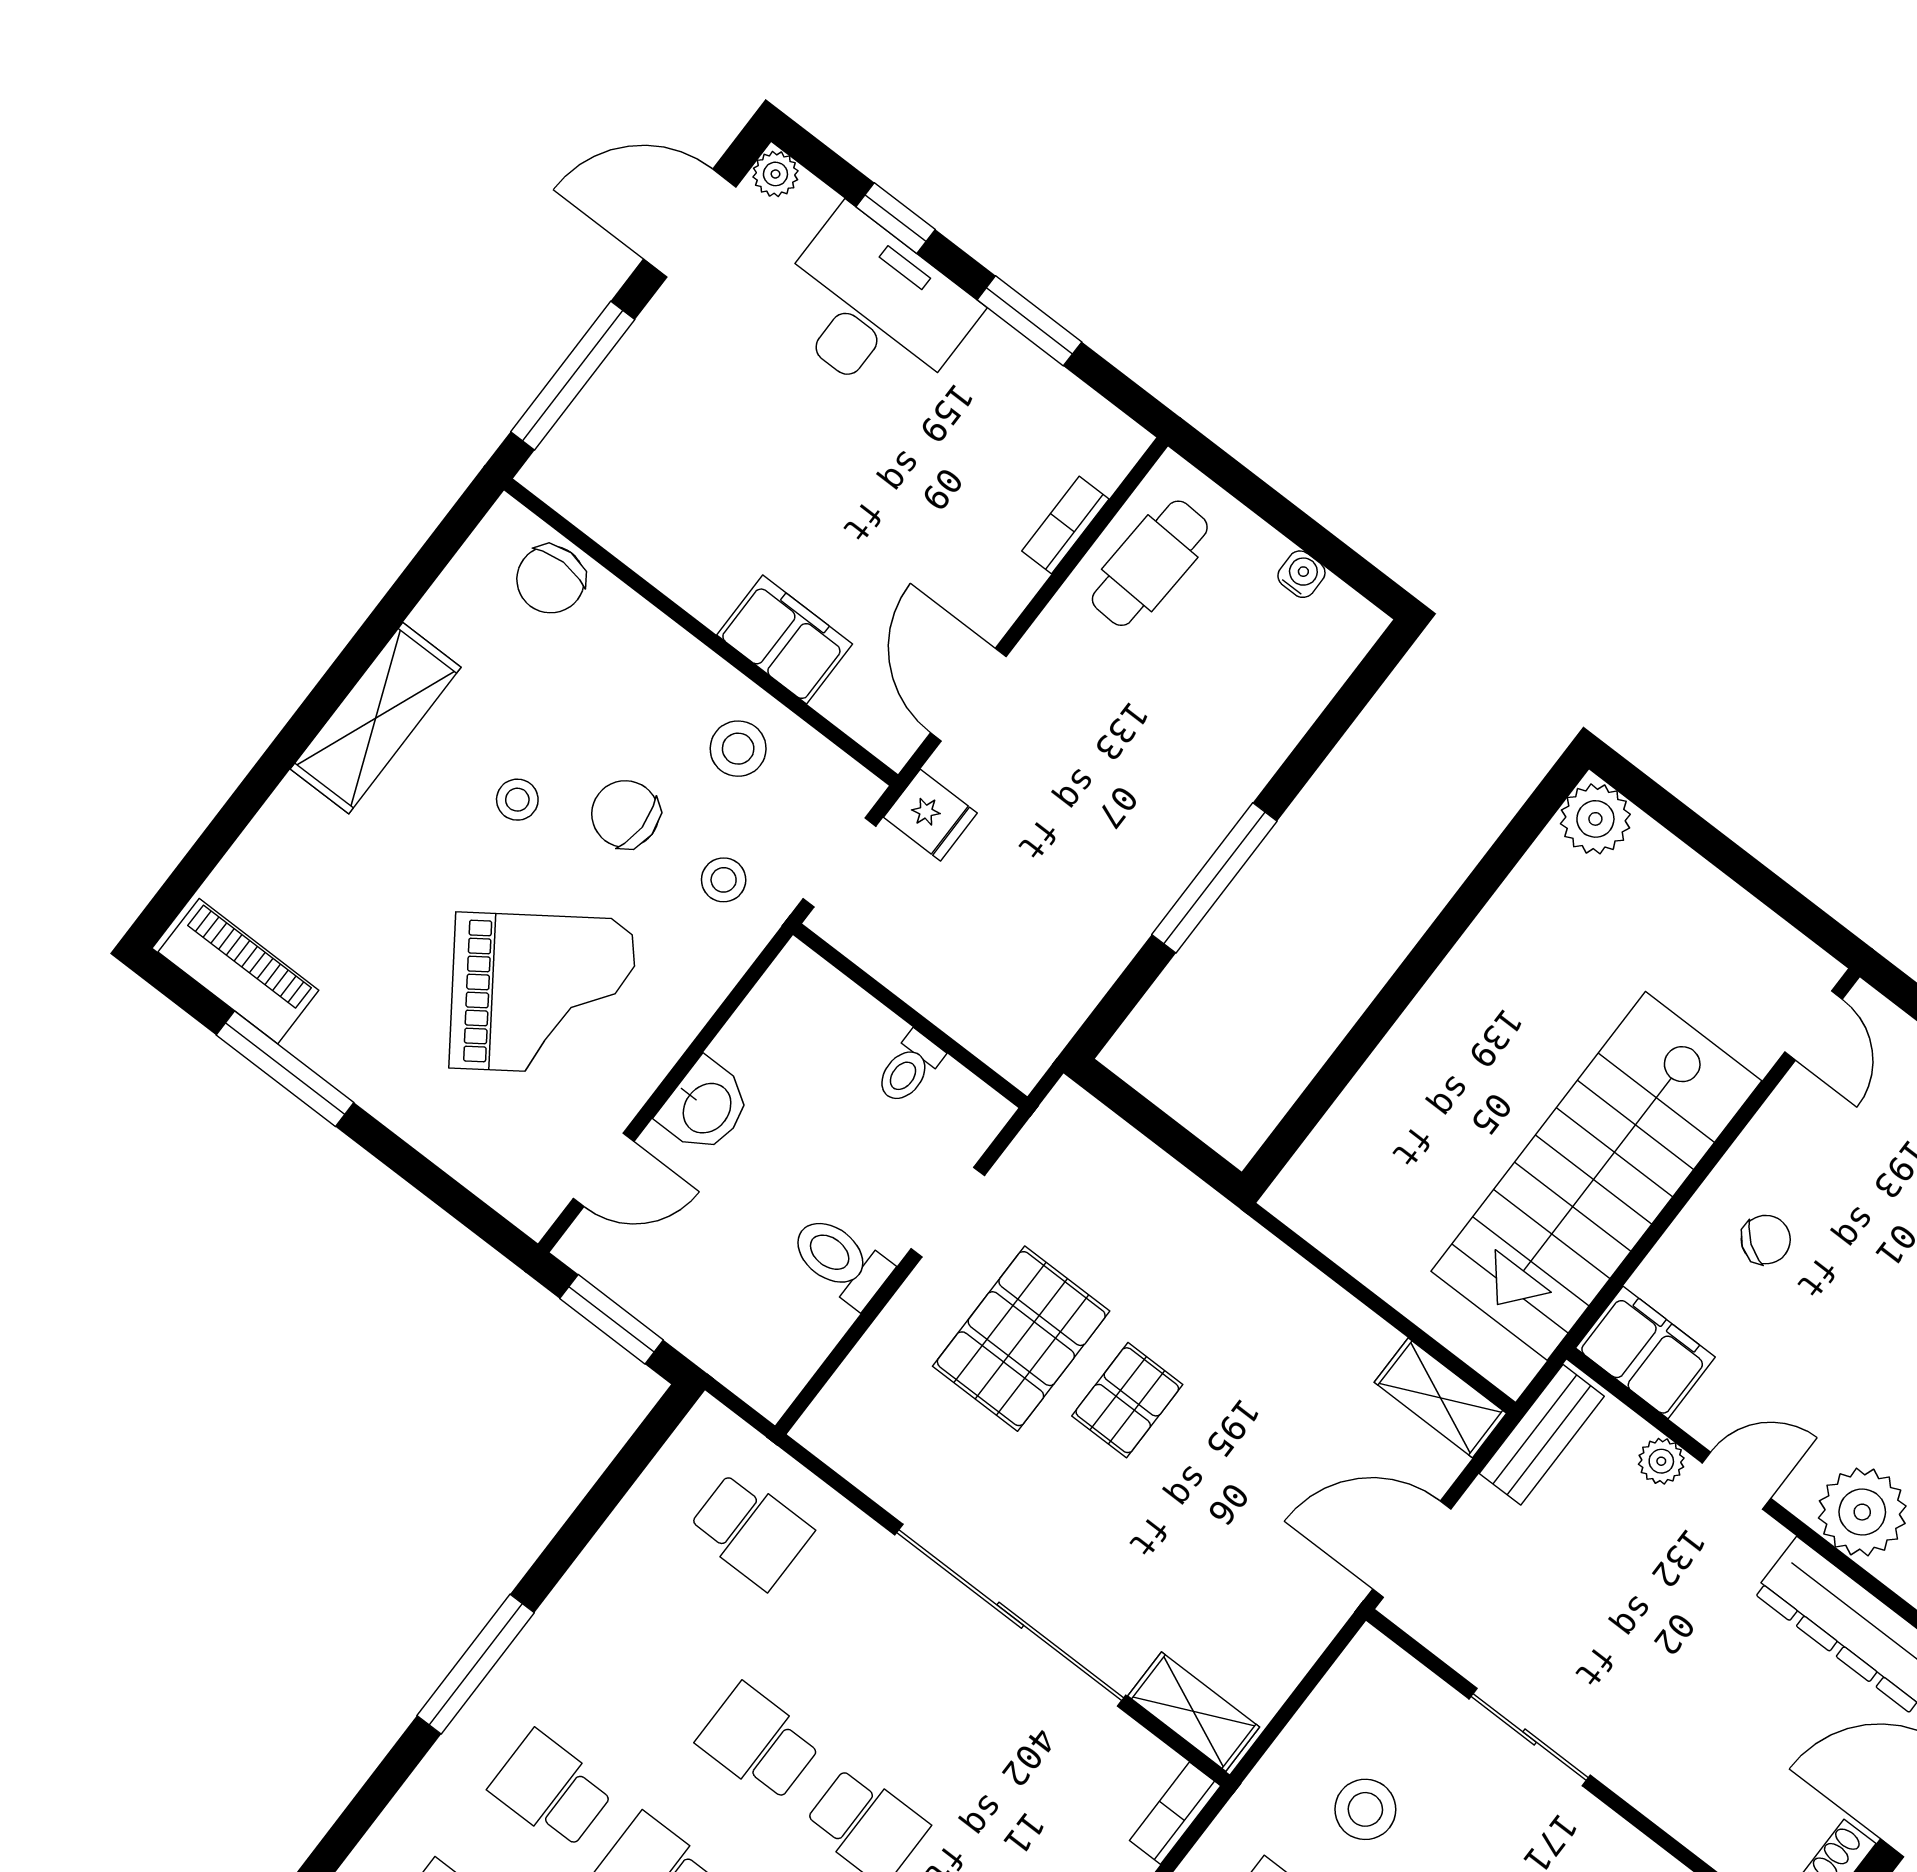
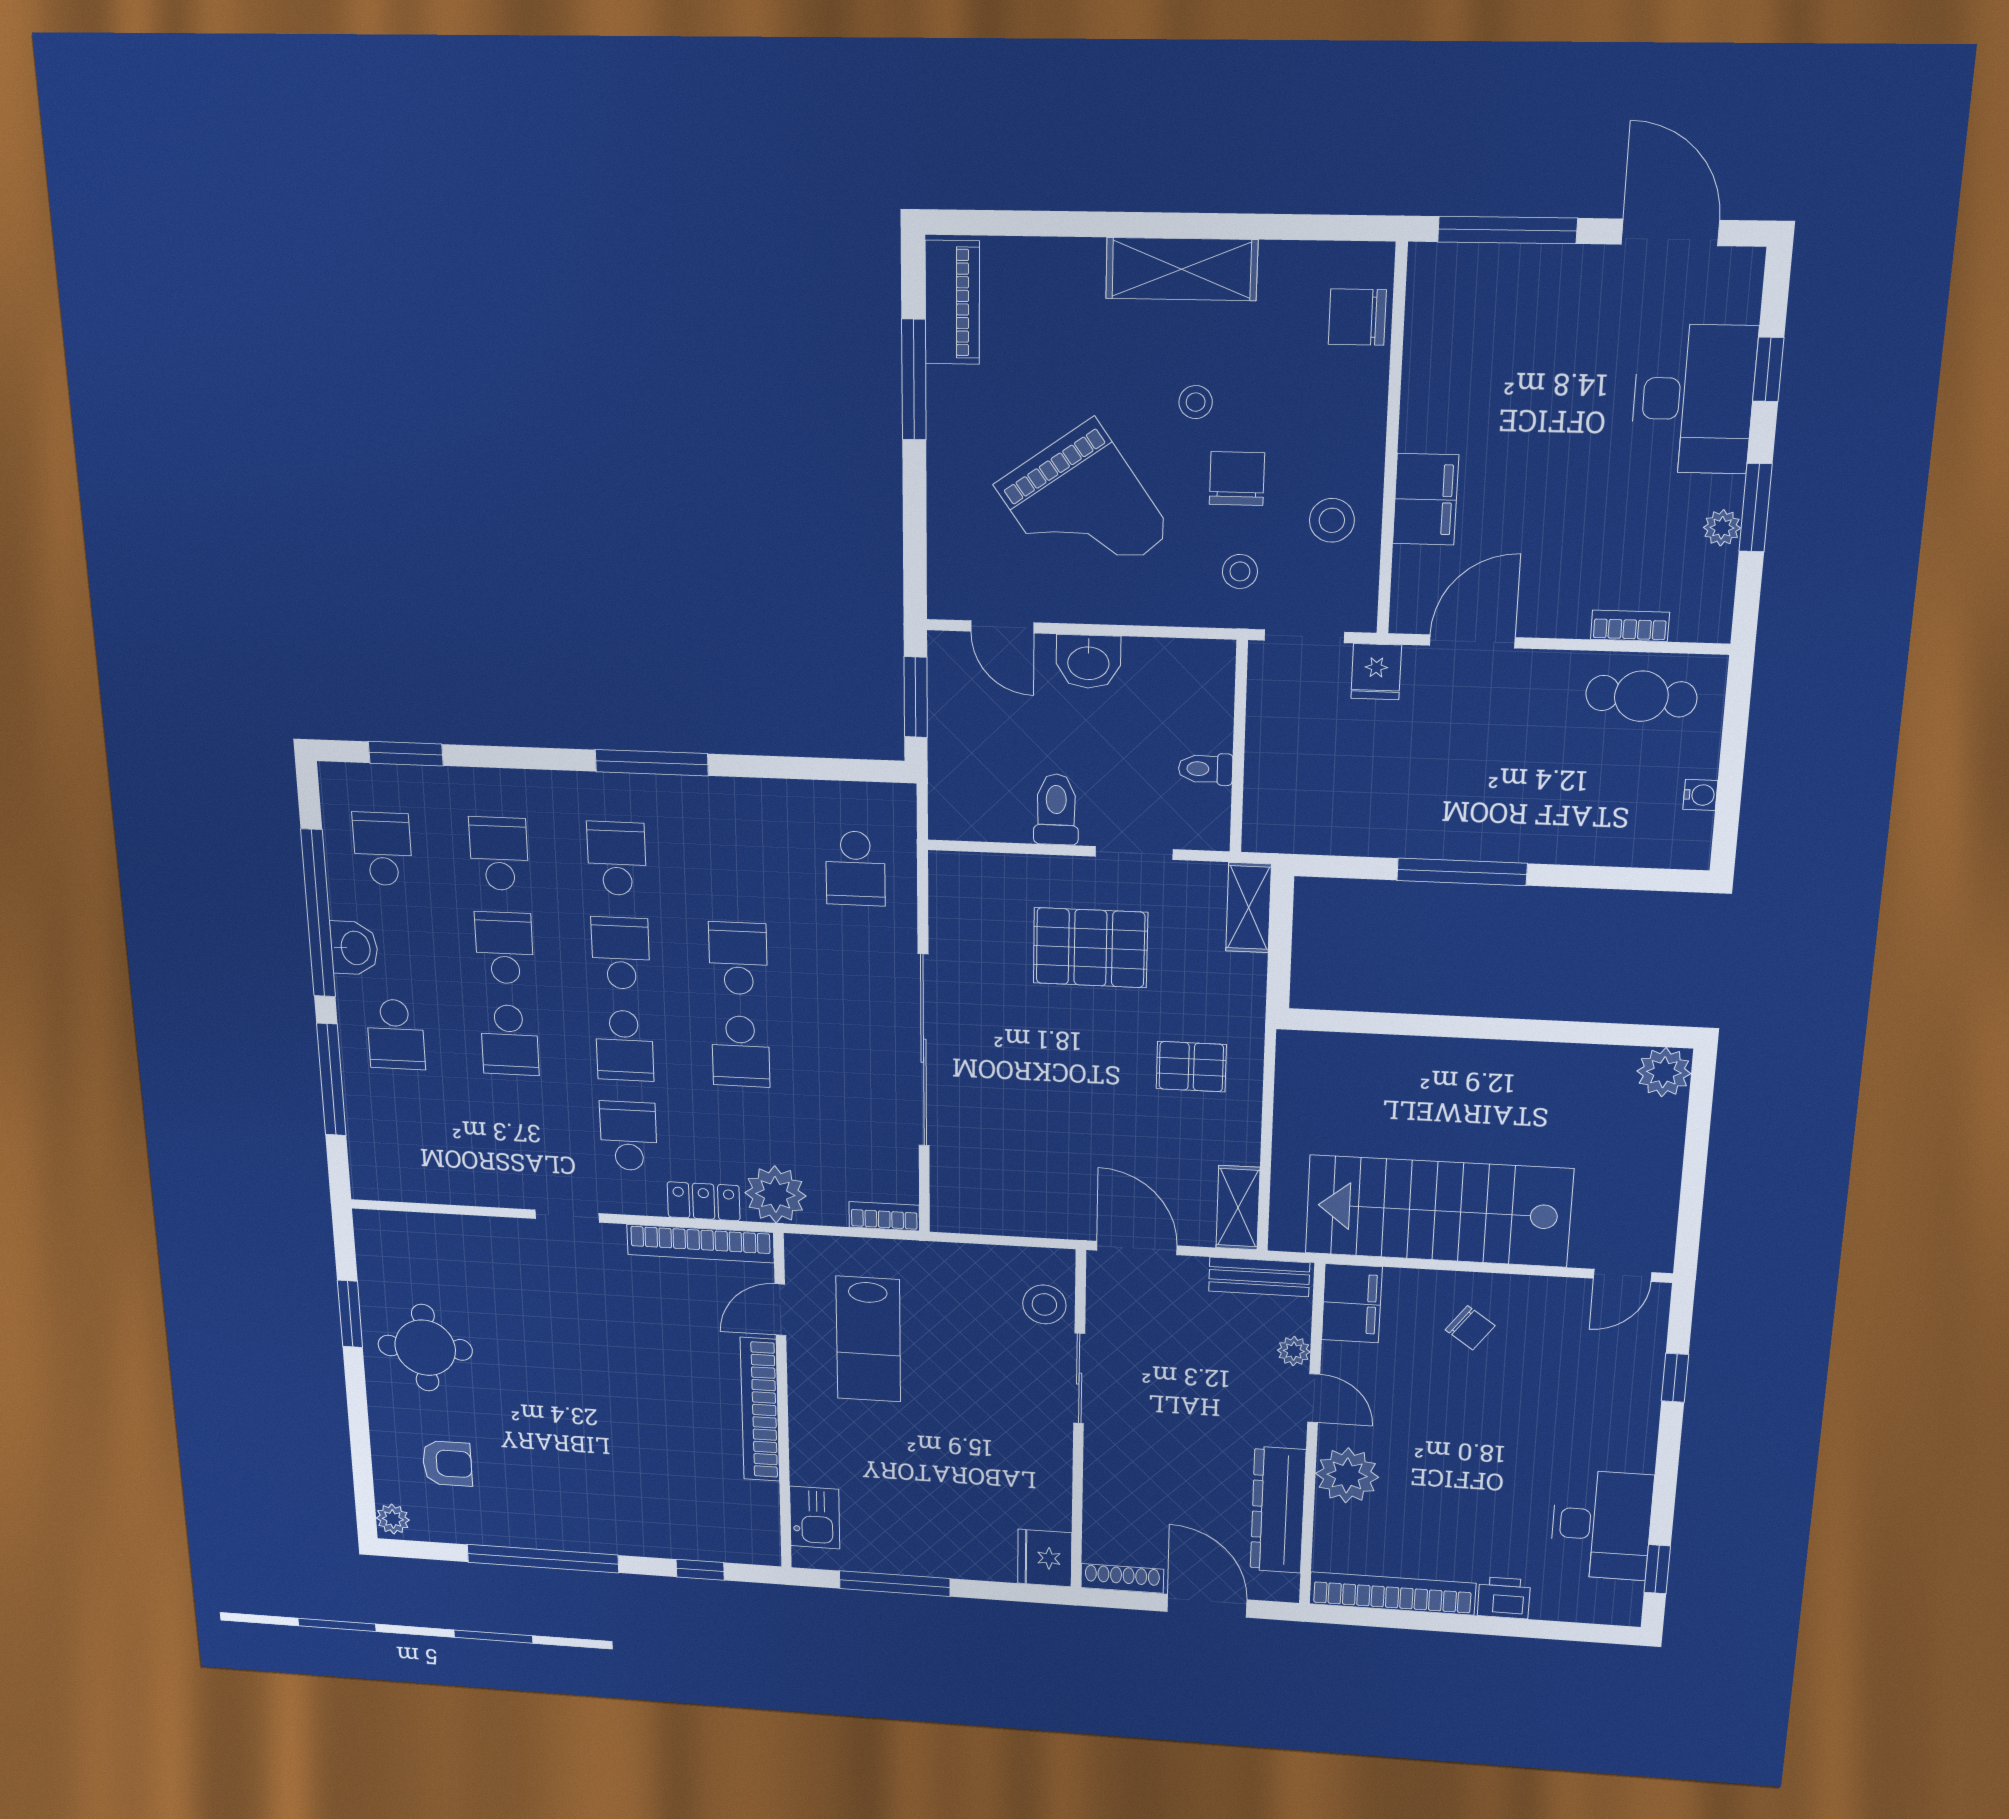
plant: (775, 174) -> (1722, 528), moved
pallet: (1127, 1400) -> (1191, 1067), moved
shelving: (1194, 1712) -> (1248, 908), moved
stool: (1365, 1809) -> (1044, 1304), moved

